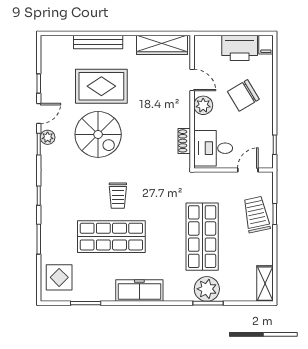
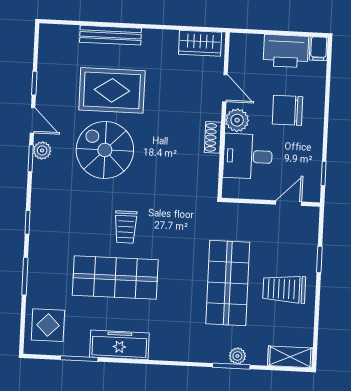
wardrobe: (162, 45) -> (200, 43), width x0.67
chair: (243, 95) -> (288, 110), turned 31
door: (39, 113) -> (32, 120), hinge flipped
spiral stairs: (98, 134) -> (105, 150), turned 180
shoe rack: (184, 141) -> (213, 137), moved
desk: (213, 148) -> (248, 156), moved
trolley: (256, 215) -> (284, 289), moved, turned -78
shelving: (265, 284) -> (290, 357), moved, turned 90
plant: (207, 289) -> (237, 356), width x0.53, depth x0.53
freezer: (139, 291) -> (119, 345), moved

